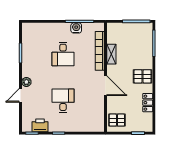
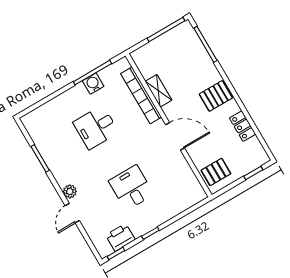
desk: (63, 54) -> (96, 127), turned 90

